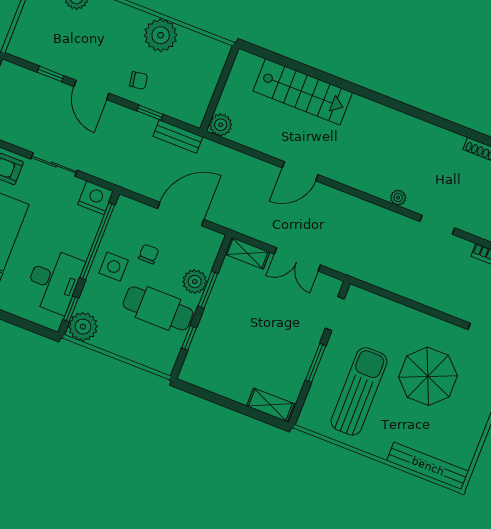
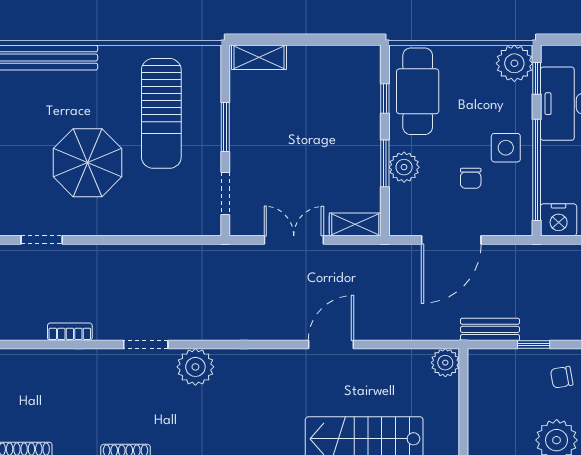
plant: (398, 198) -> (195, 367), width x1.88, depth x1.88
cafe table: (158, 308) -> (418, 91), moved, turned 90

